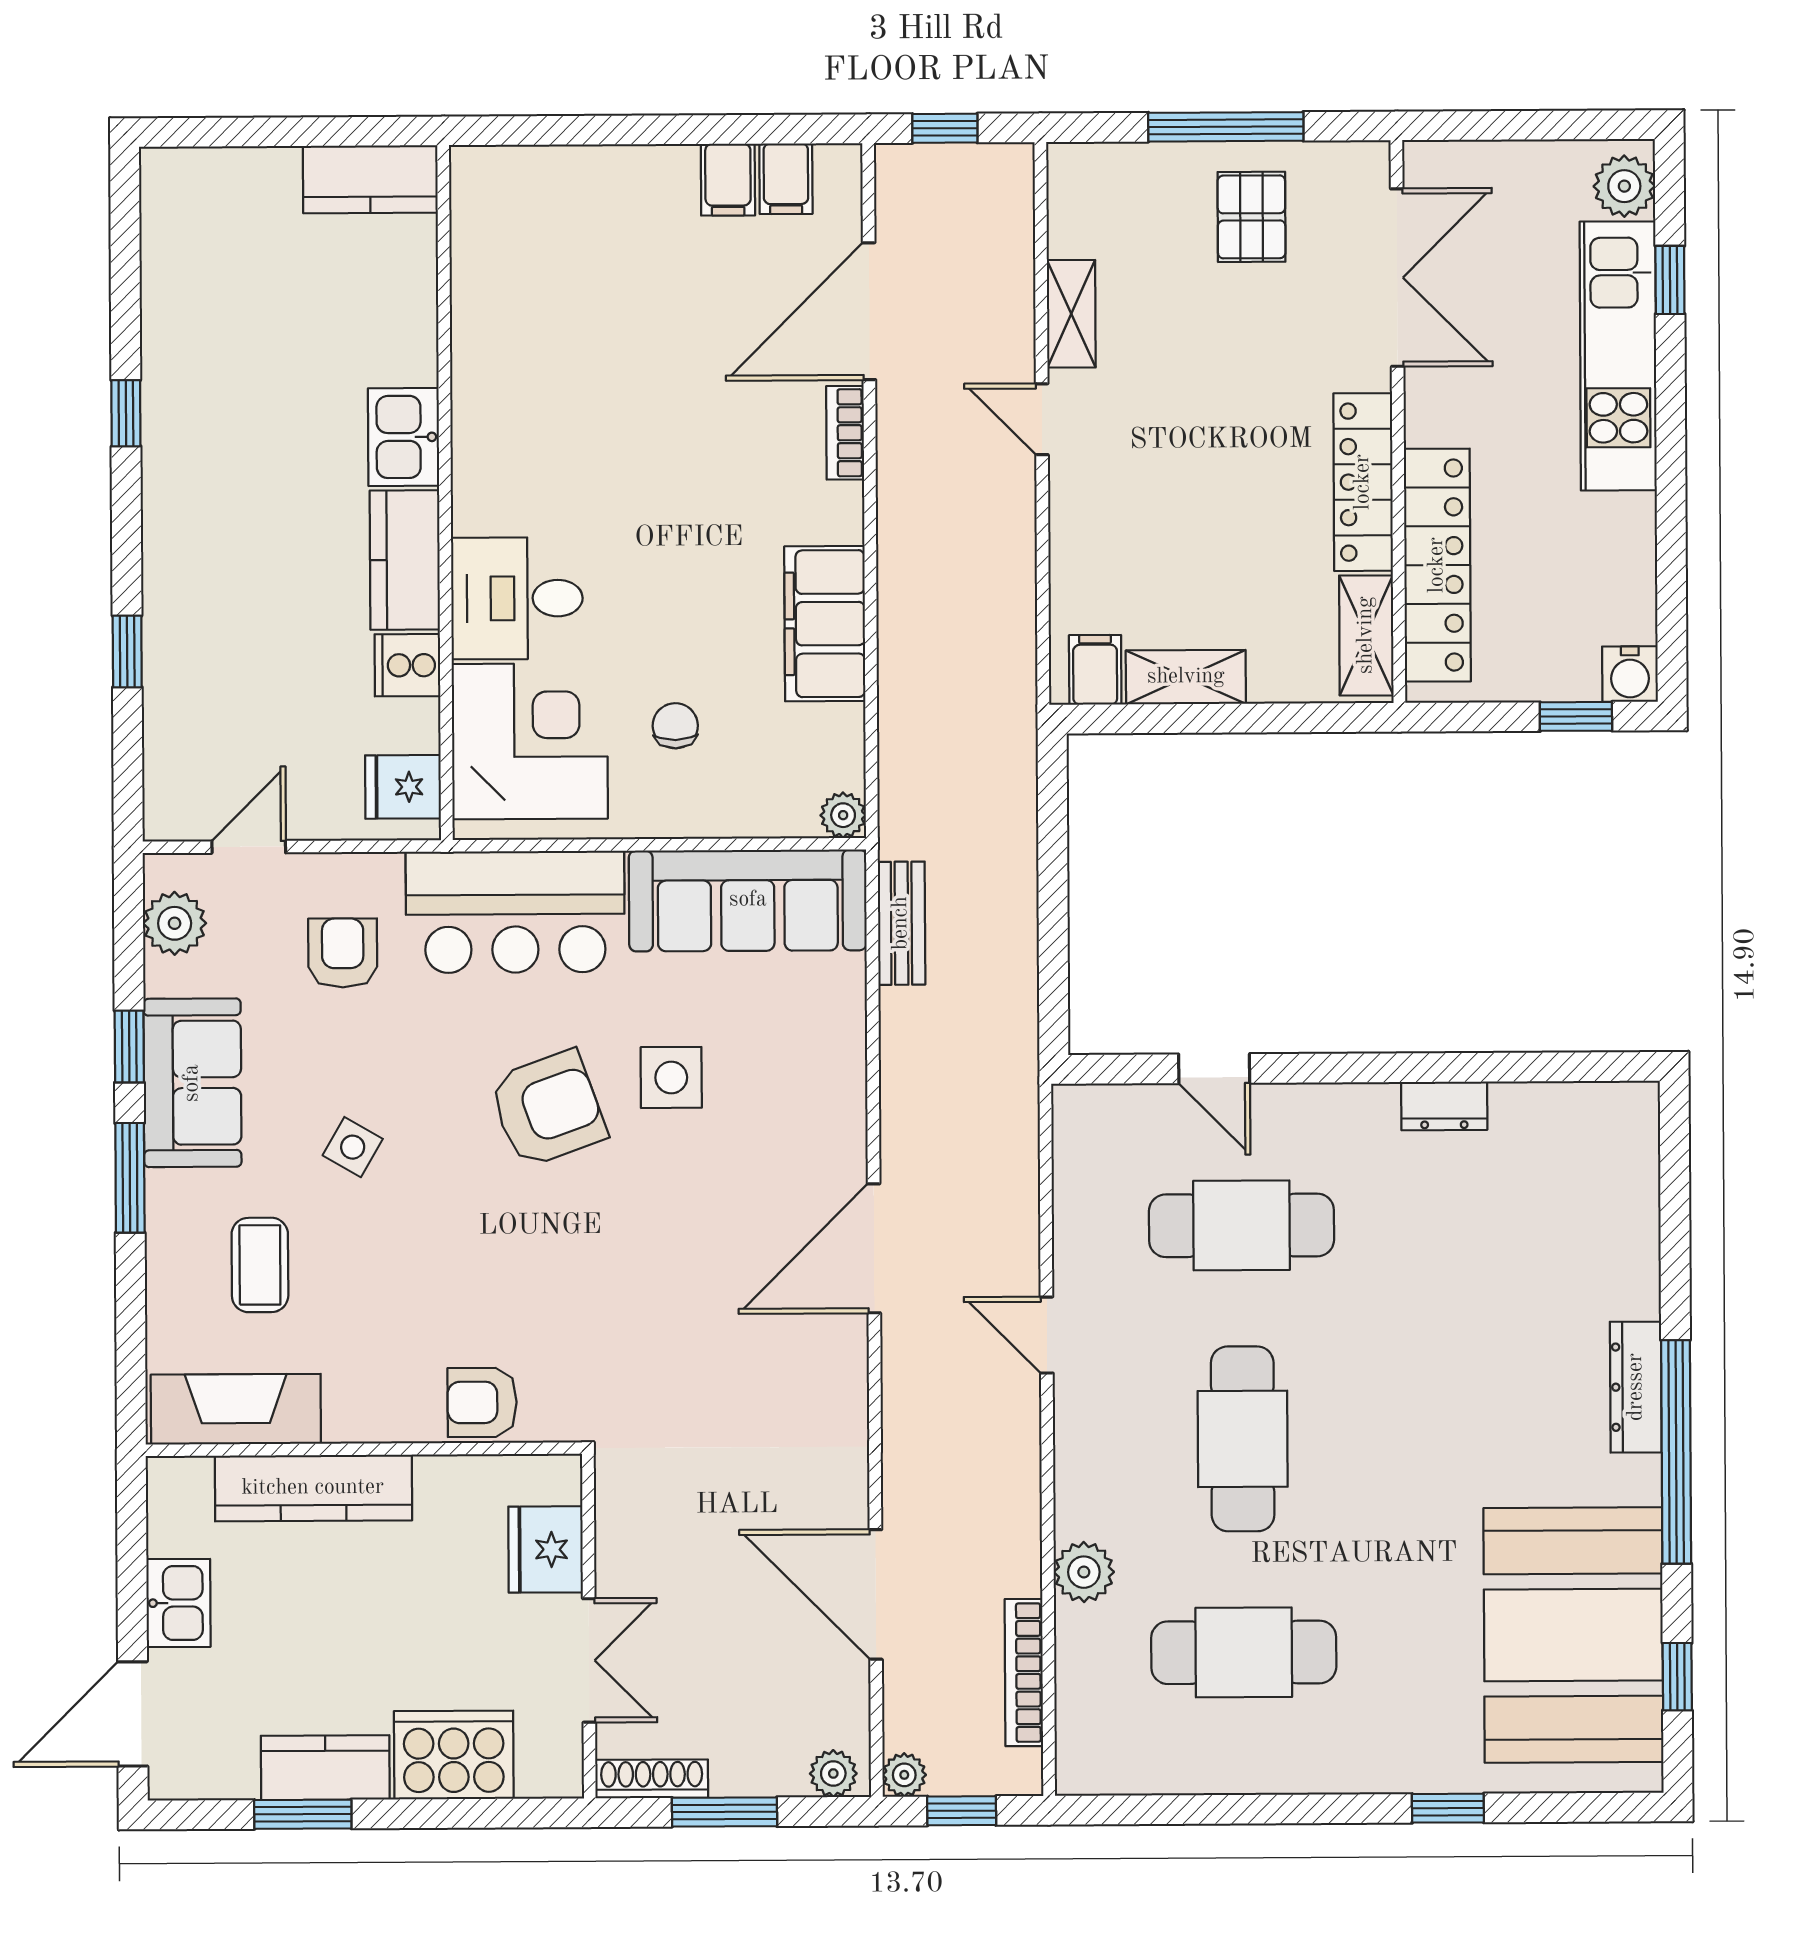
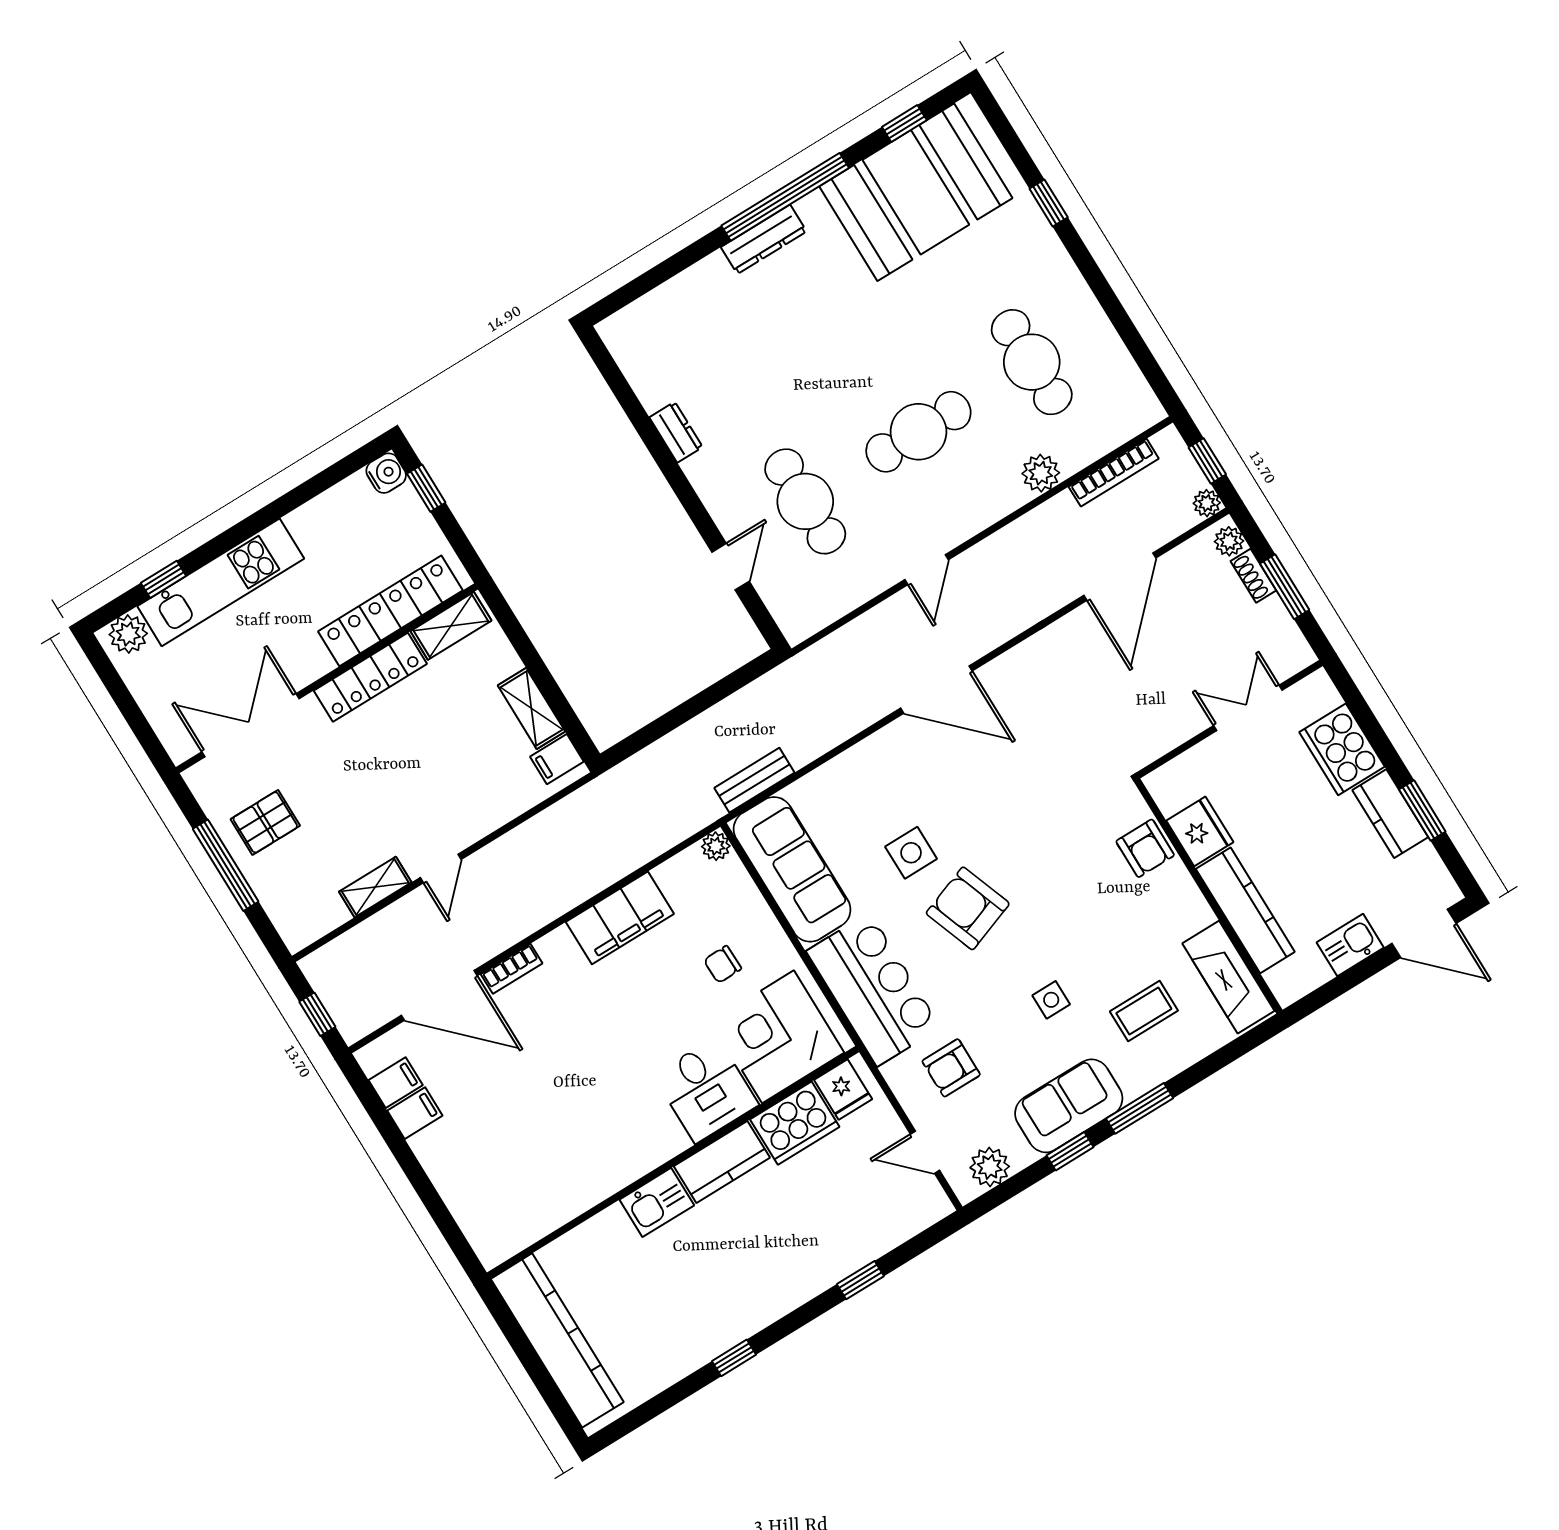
kitchen counter: (370, 179) -> (557, 1340), width x2.08, depth x1.17
cooker: (407, 665) -> (795, 1123), width x1.87, depth x1.31
side table: (353, 1147) -> (1051, 1000), turned -30
fridge: (546, 1549) -> (1200, 831), moved, turned -90
shoe rack: (652, 1779) -> (1253, 576), moved, width x0.70

